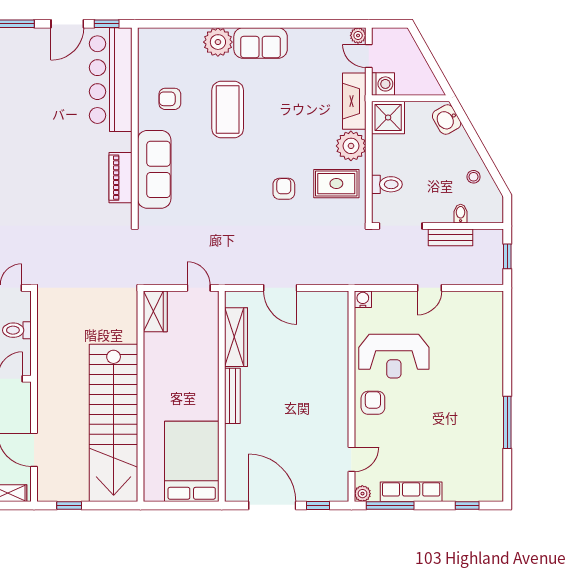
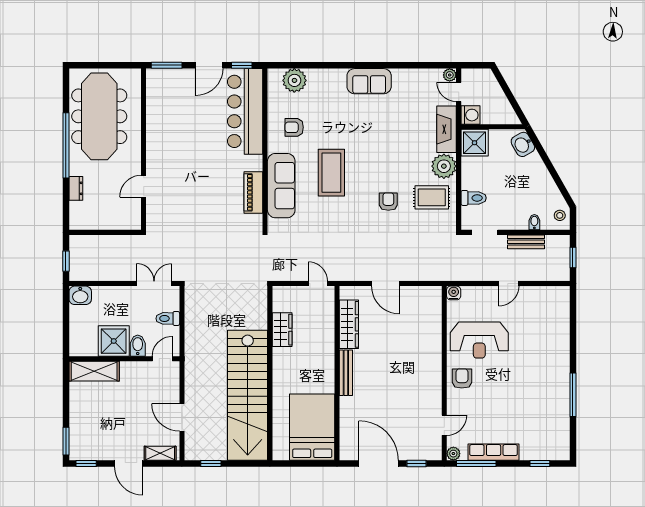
plant: (218, 42) -> (294, 80), moved
coffee table: (228, 109) -> (331, 173), moved
stool: (474, 177) -> (560, 215), moved
doorway: (401, 226) -> (485, 232), width x0.73
wardrobe: (155, 311) -> (282, 330), moved

